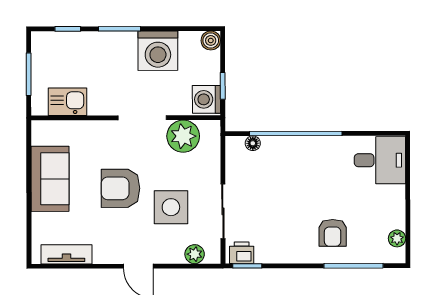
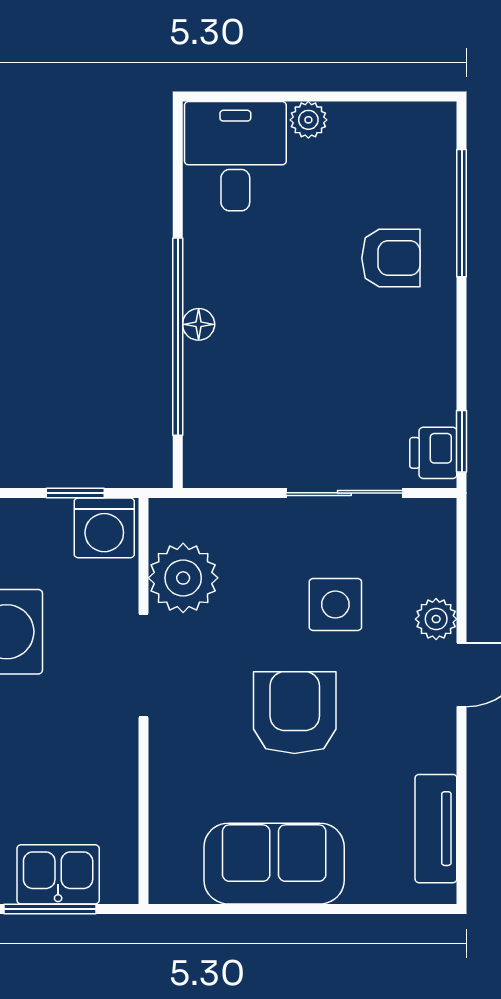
kitchen sink: (67, 102) -> (58, 874), moved, turned 90
floor lamp: (253, 143) -> (199, 324), moved
armchair: (120, 188) -> (295, 713), turned 180
side table: (171, 207) -> (335, 604), width x0.73, depth x0.73
plant: (397, 238) -> (308, 120), moved
plant: (195, 254) -> (436, 619), moved

